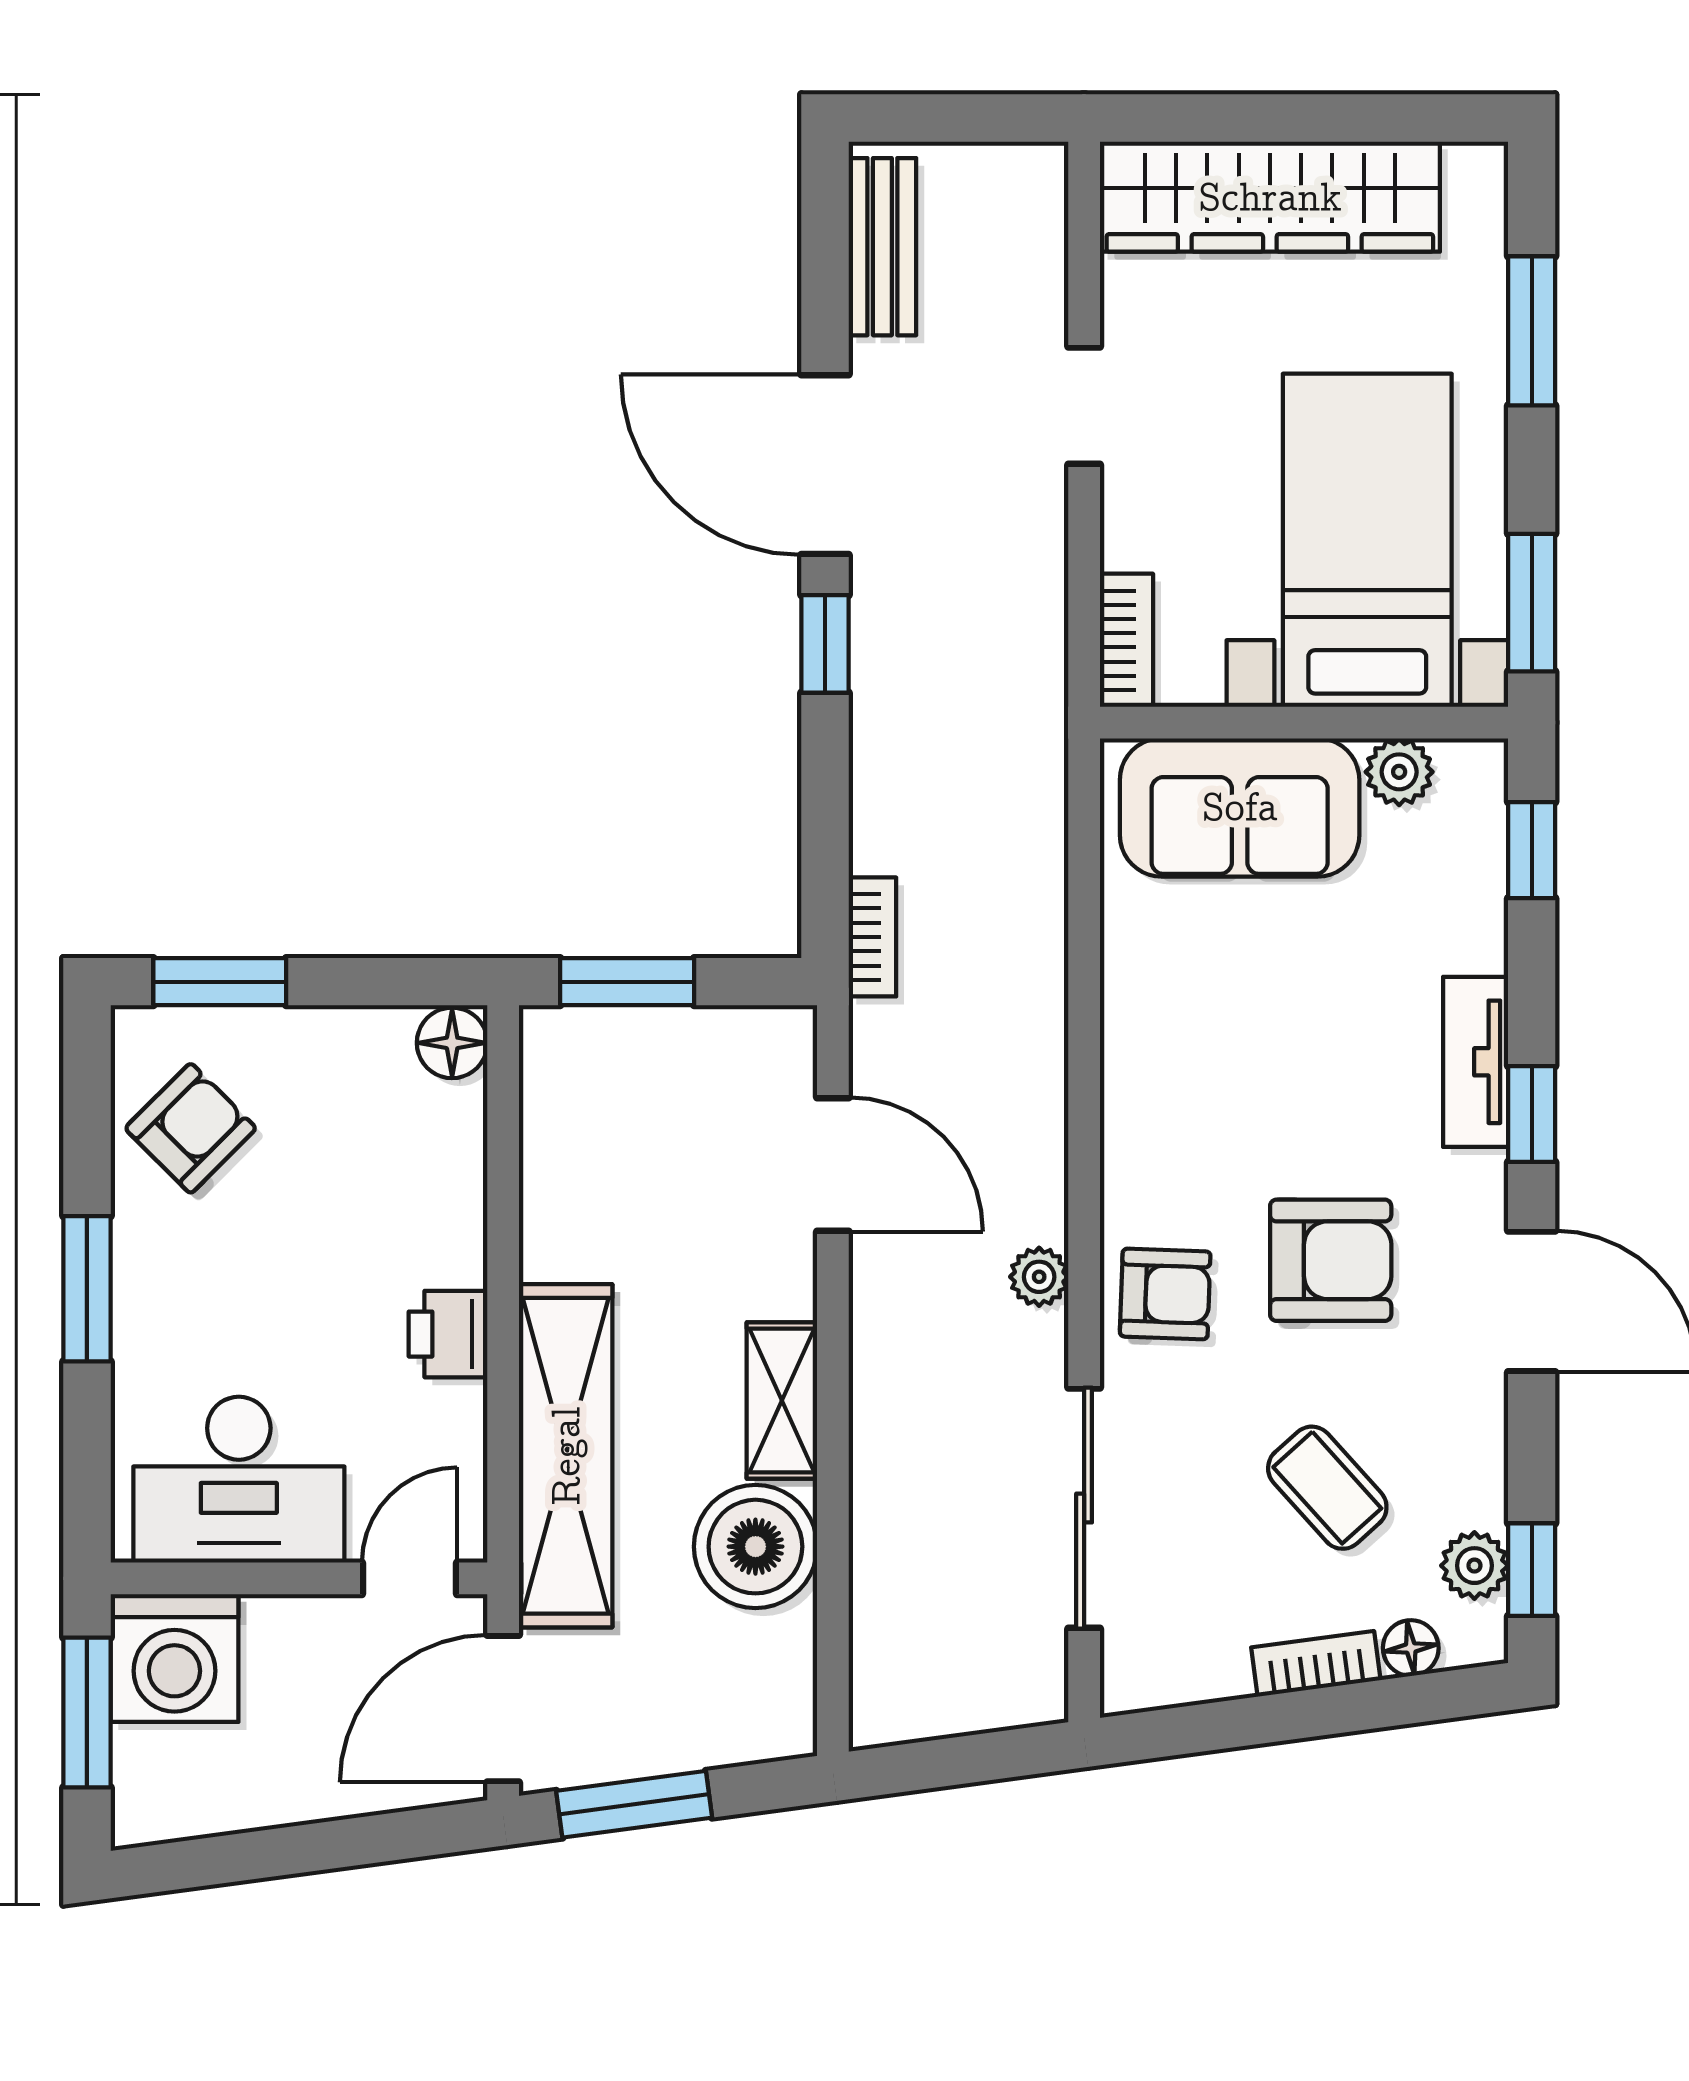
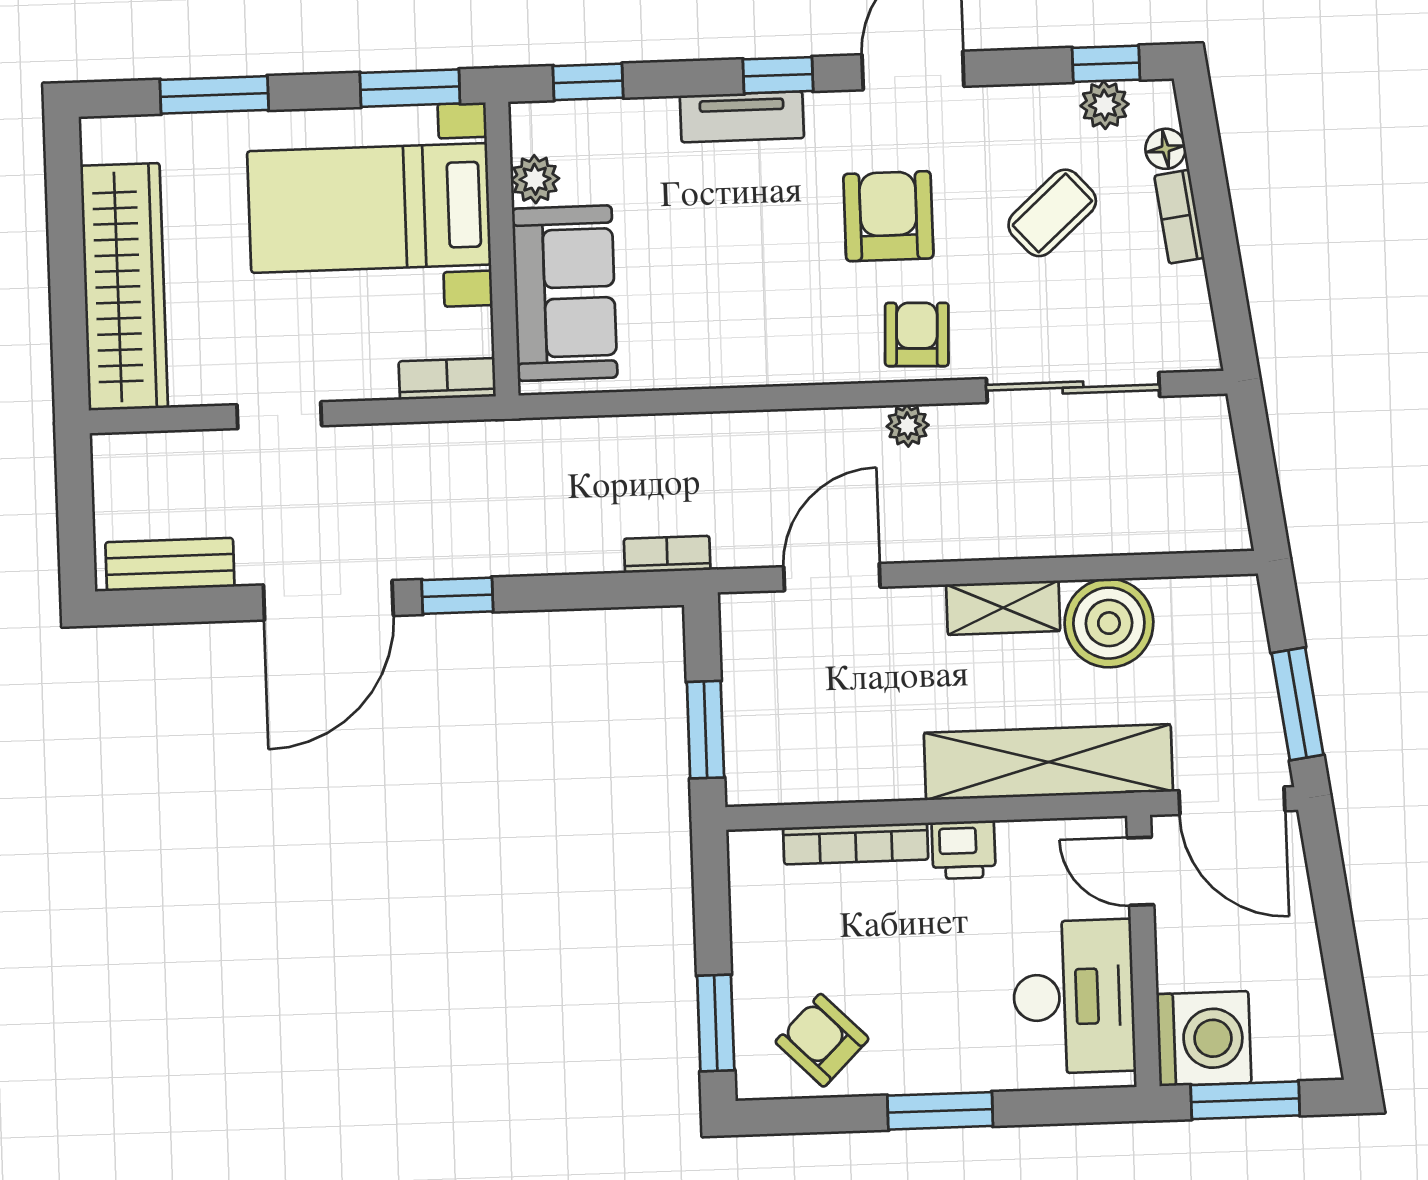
floor lamp: (452, 1043) -> (754, 854), removed
bookcase: (462, 1184) -> (856, 844), added

